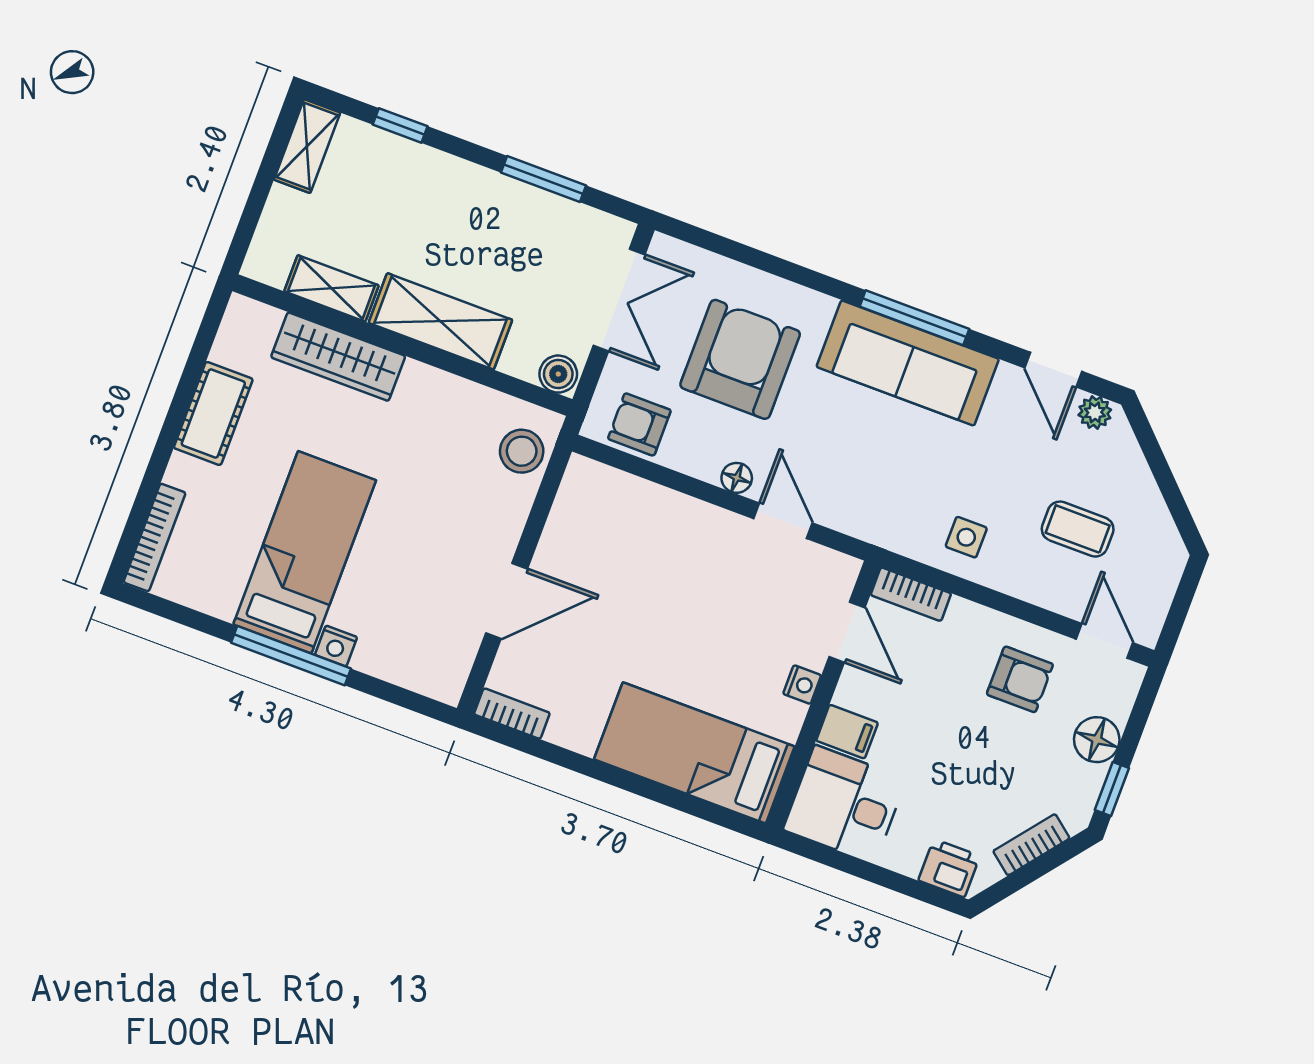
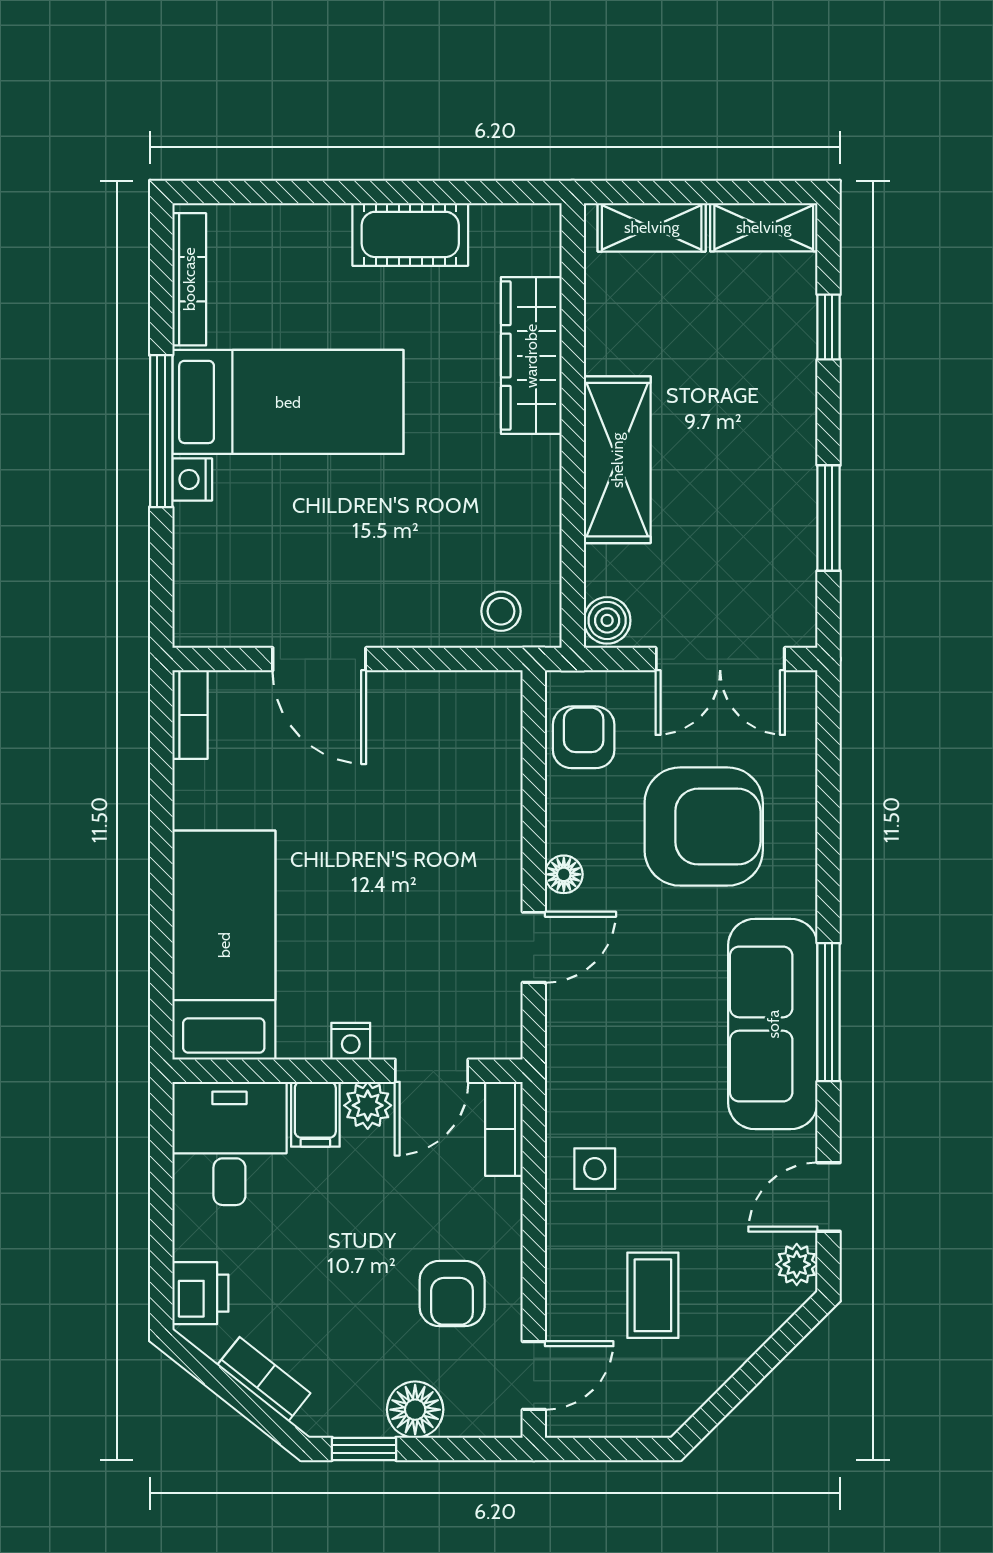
shelving: (331, 288) -> (652, 227), moved, turned 90
stool: (522, 451) -> (501, 611), width x0.73, depth x0.73
bookcase: (155, 537) -> (189, 279), moved, turned -90
plant: (855, 690) -> (368, 1105), added

